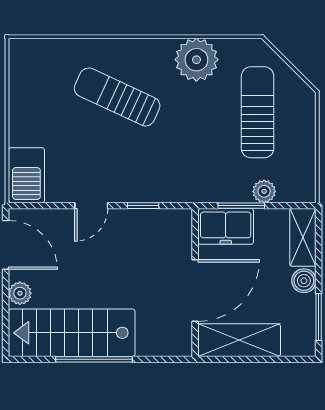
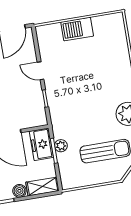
sun lounger: (117, 97) -> (101, 75), removed
barbecue: (26, 175) -> (77, 29), moved
plant: (264, 191) -> (61, 146), moved

